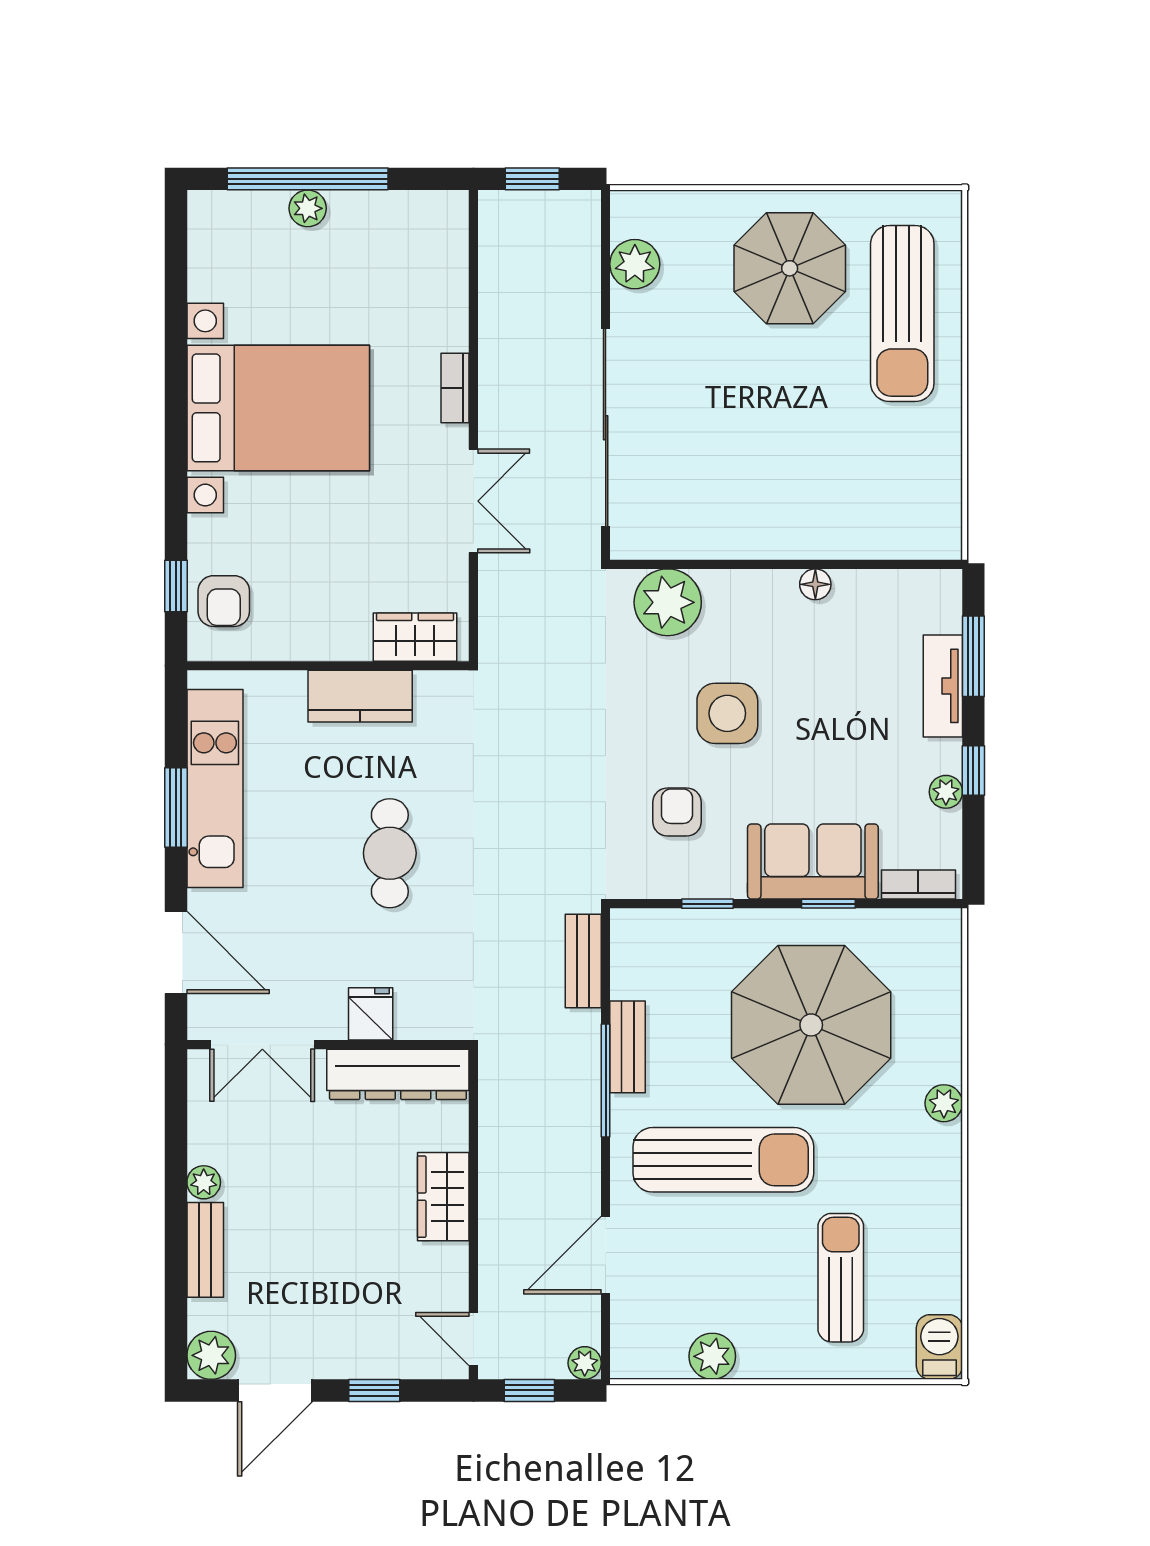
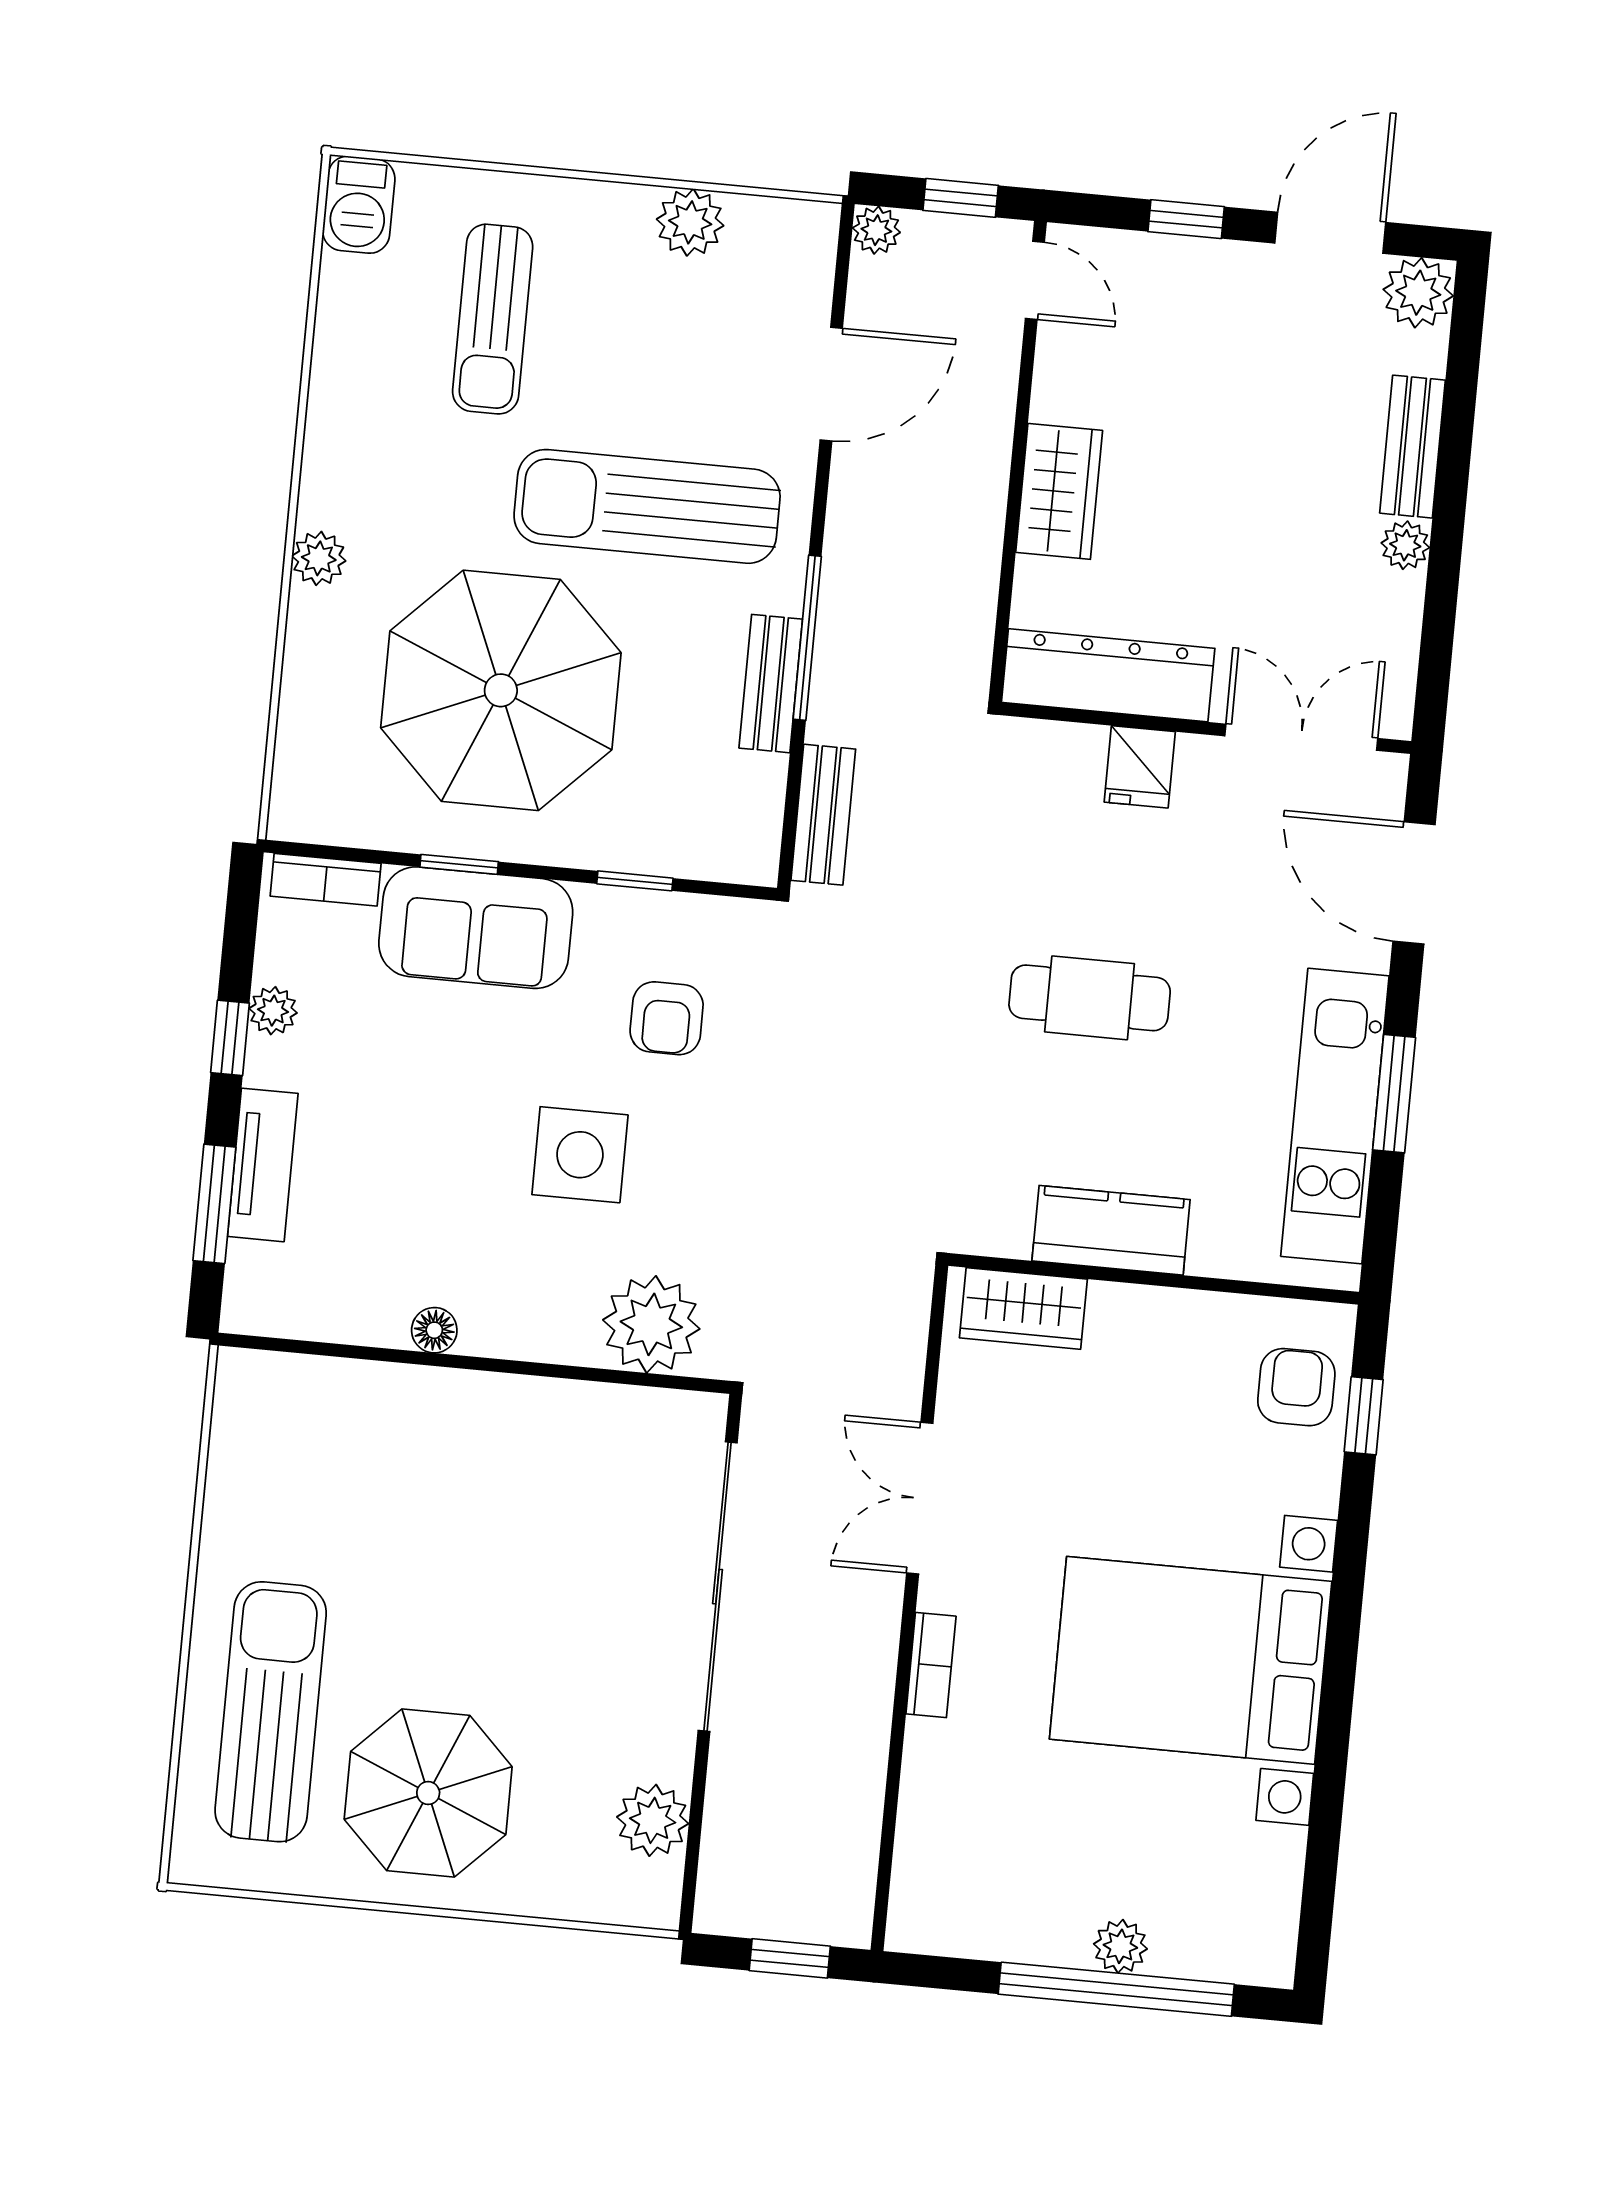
cafe table: (390, 853) -> (1090, 998), turned 90

